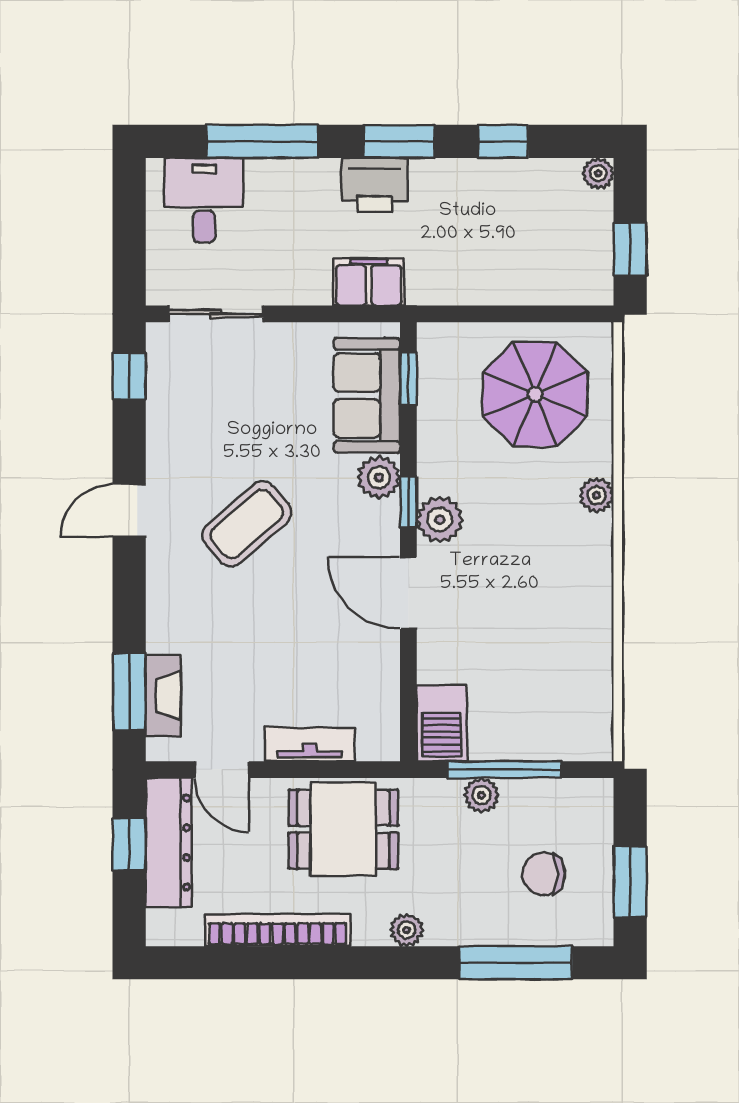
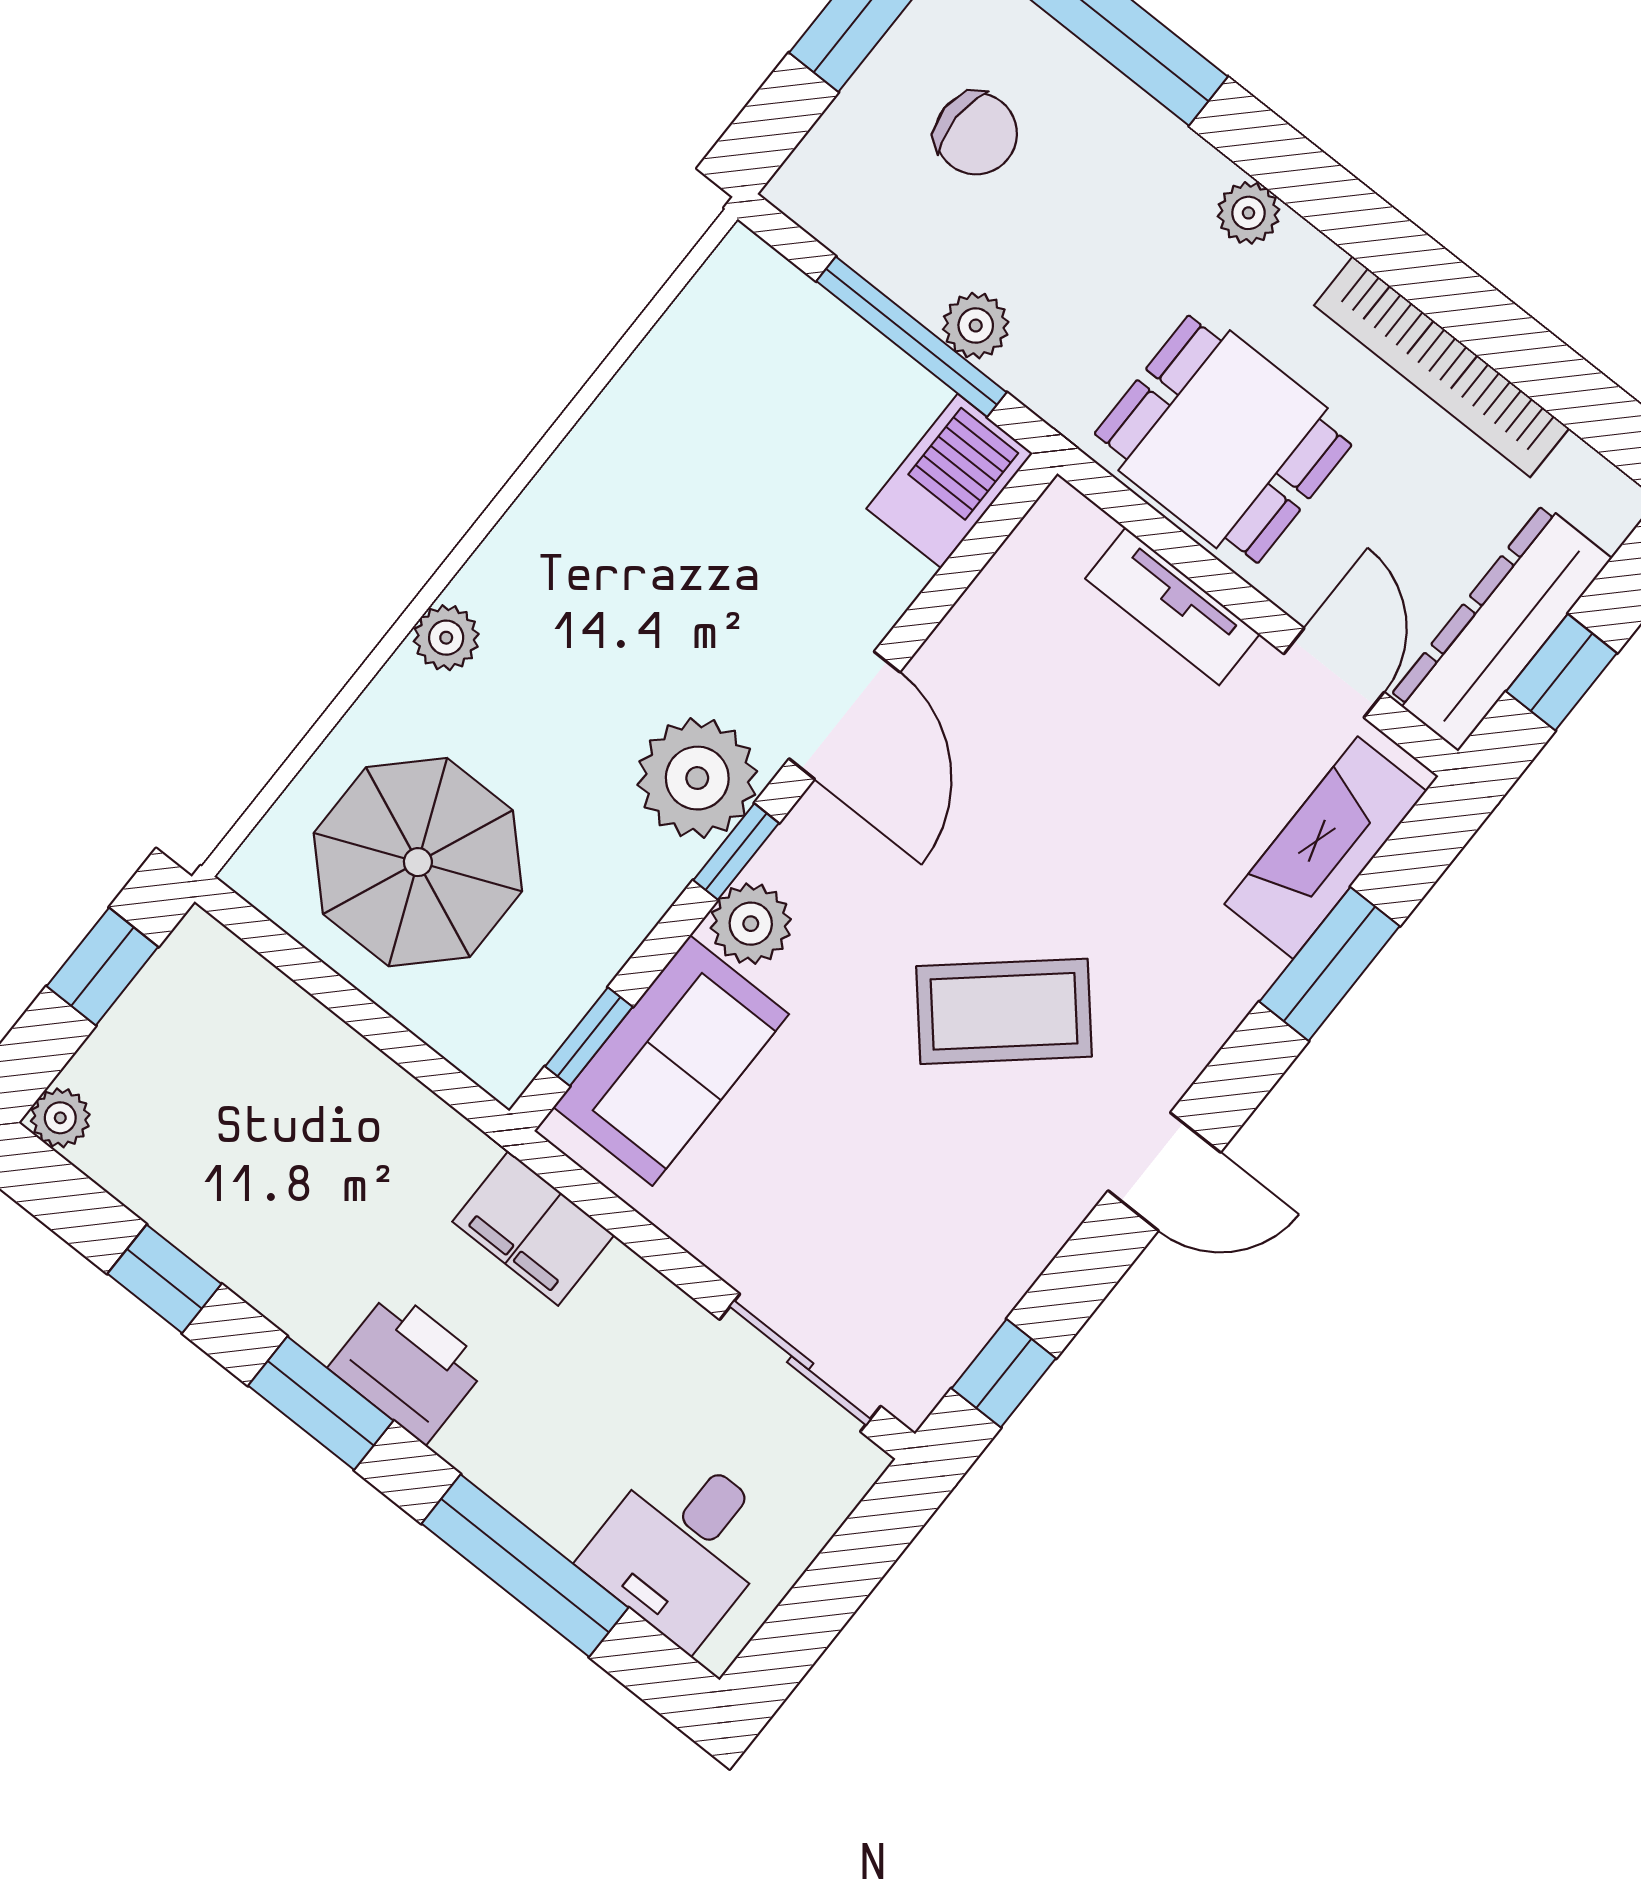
plant: (440, 520) -> (697, 778), width x1.36, depth x1.36
window: (129, 692) -> (1329, 964), moved
fireplace: (163, 695) -> (1325, 848), width x1.37, depth x1.32

